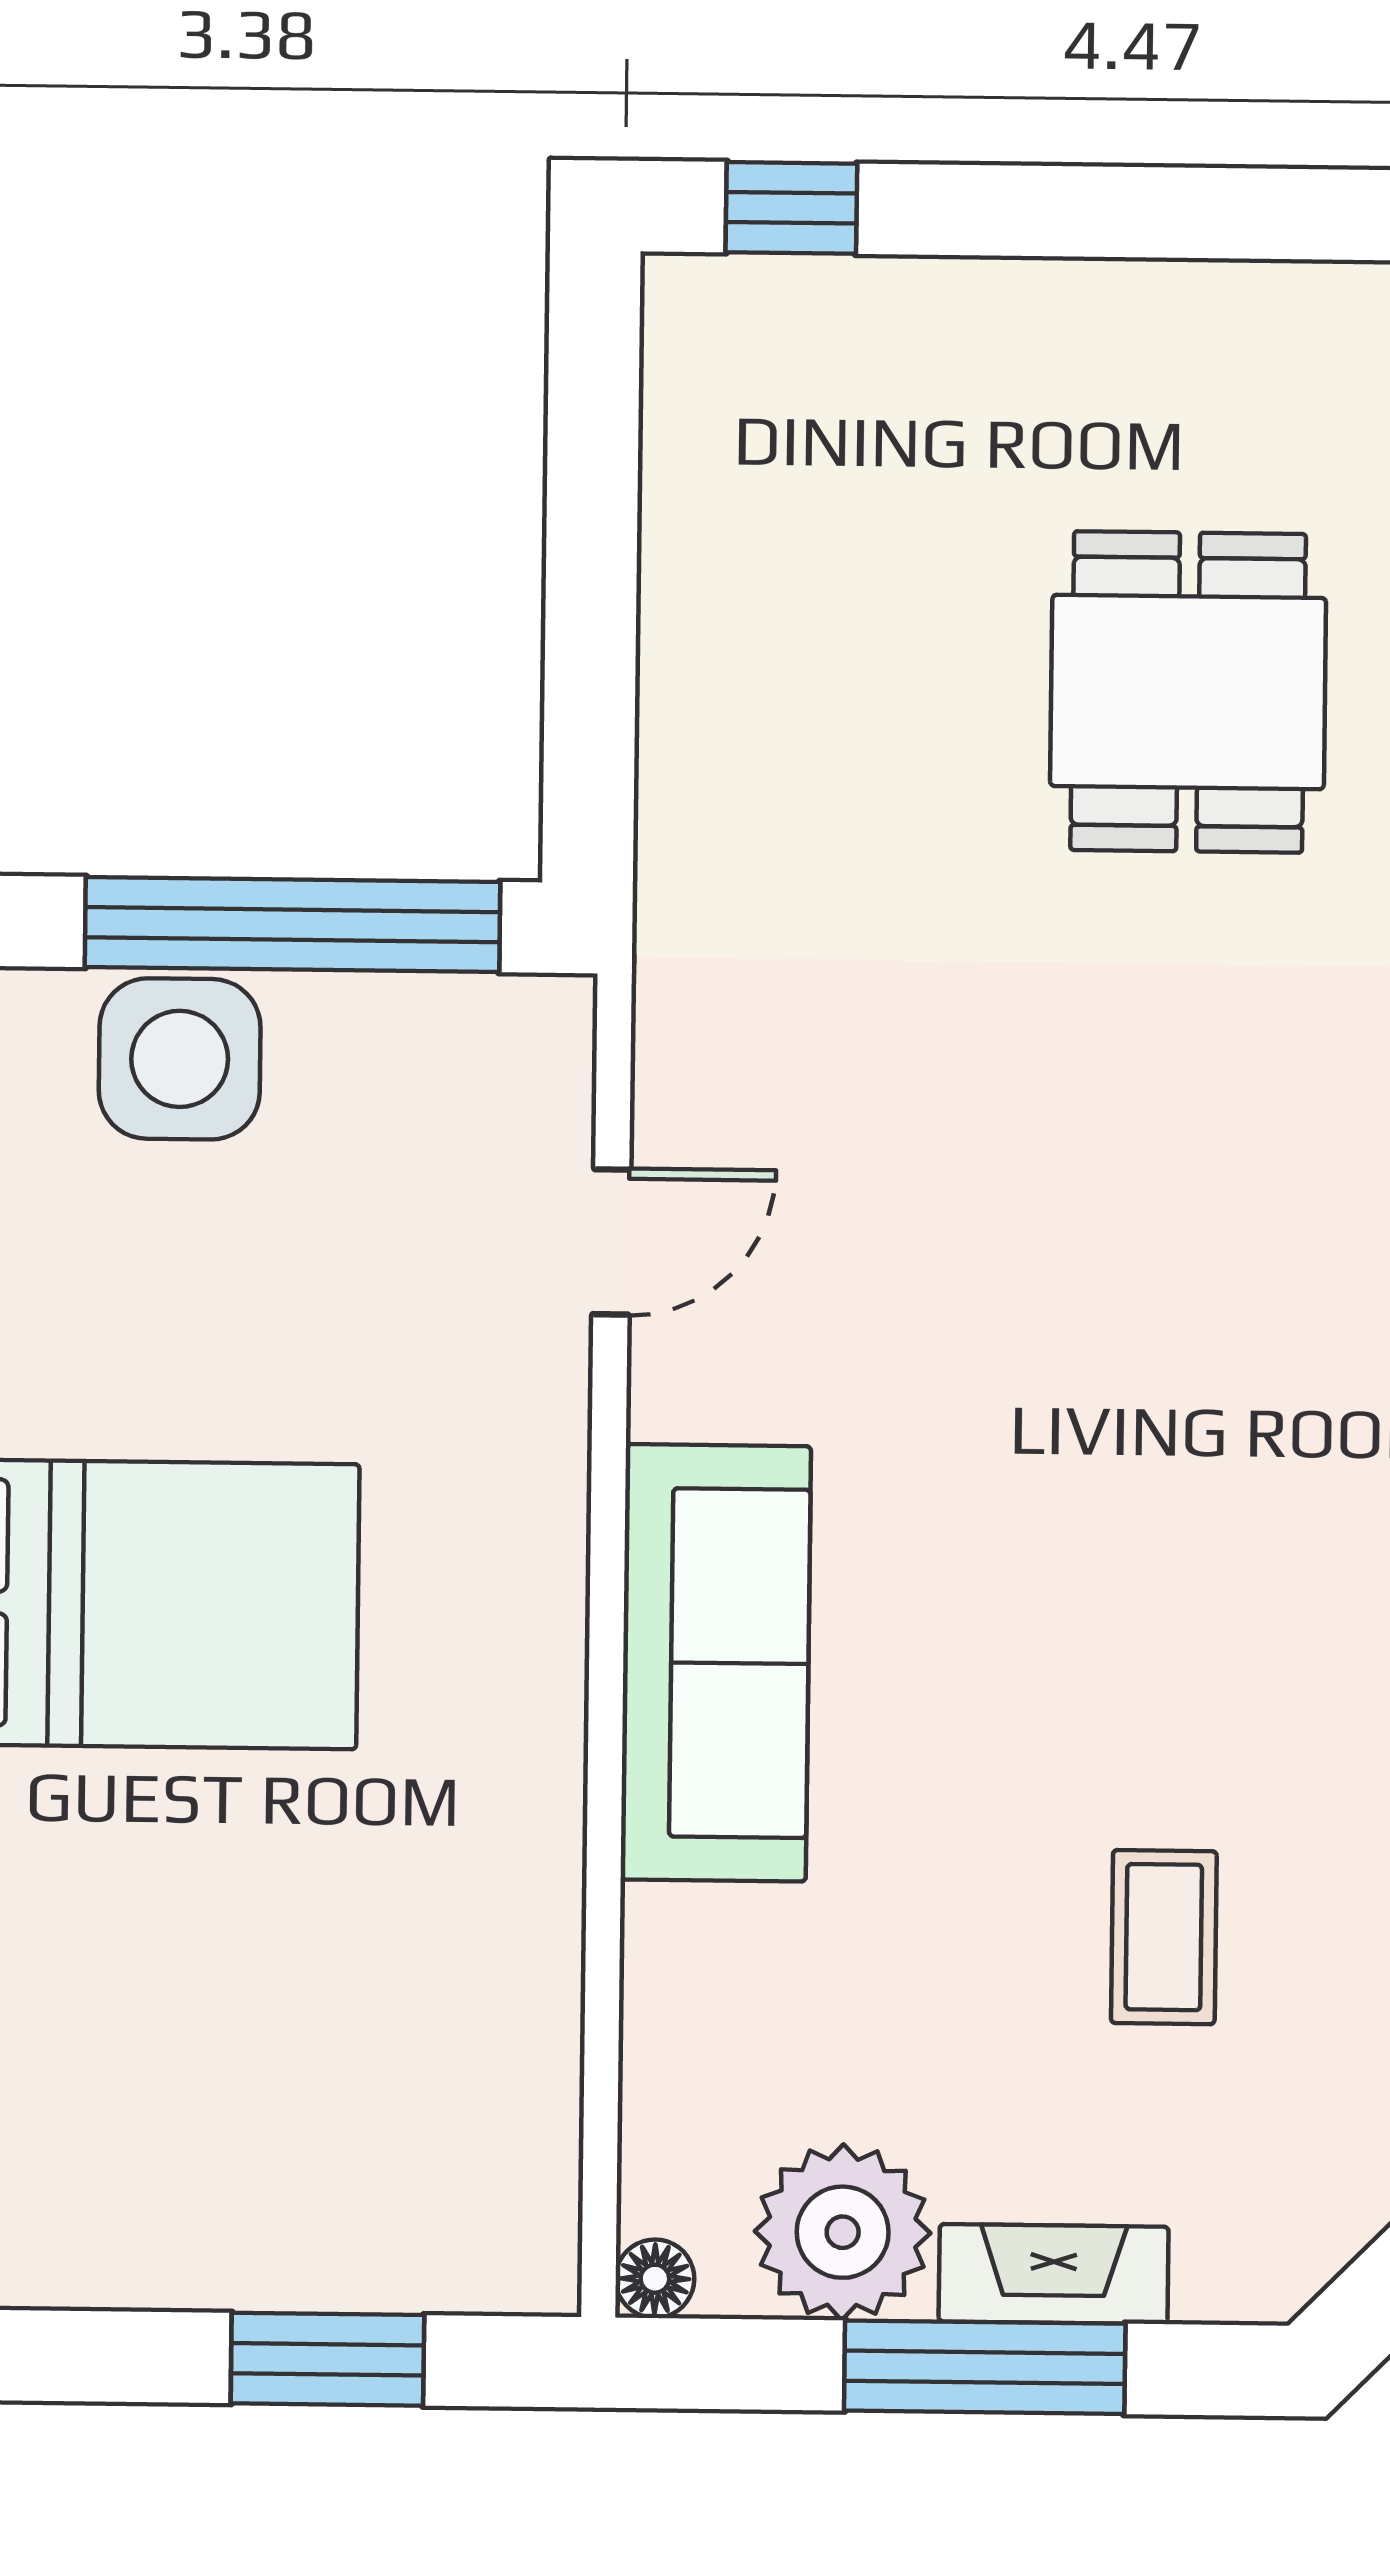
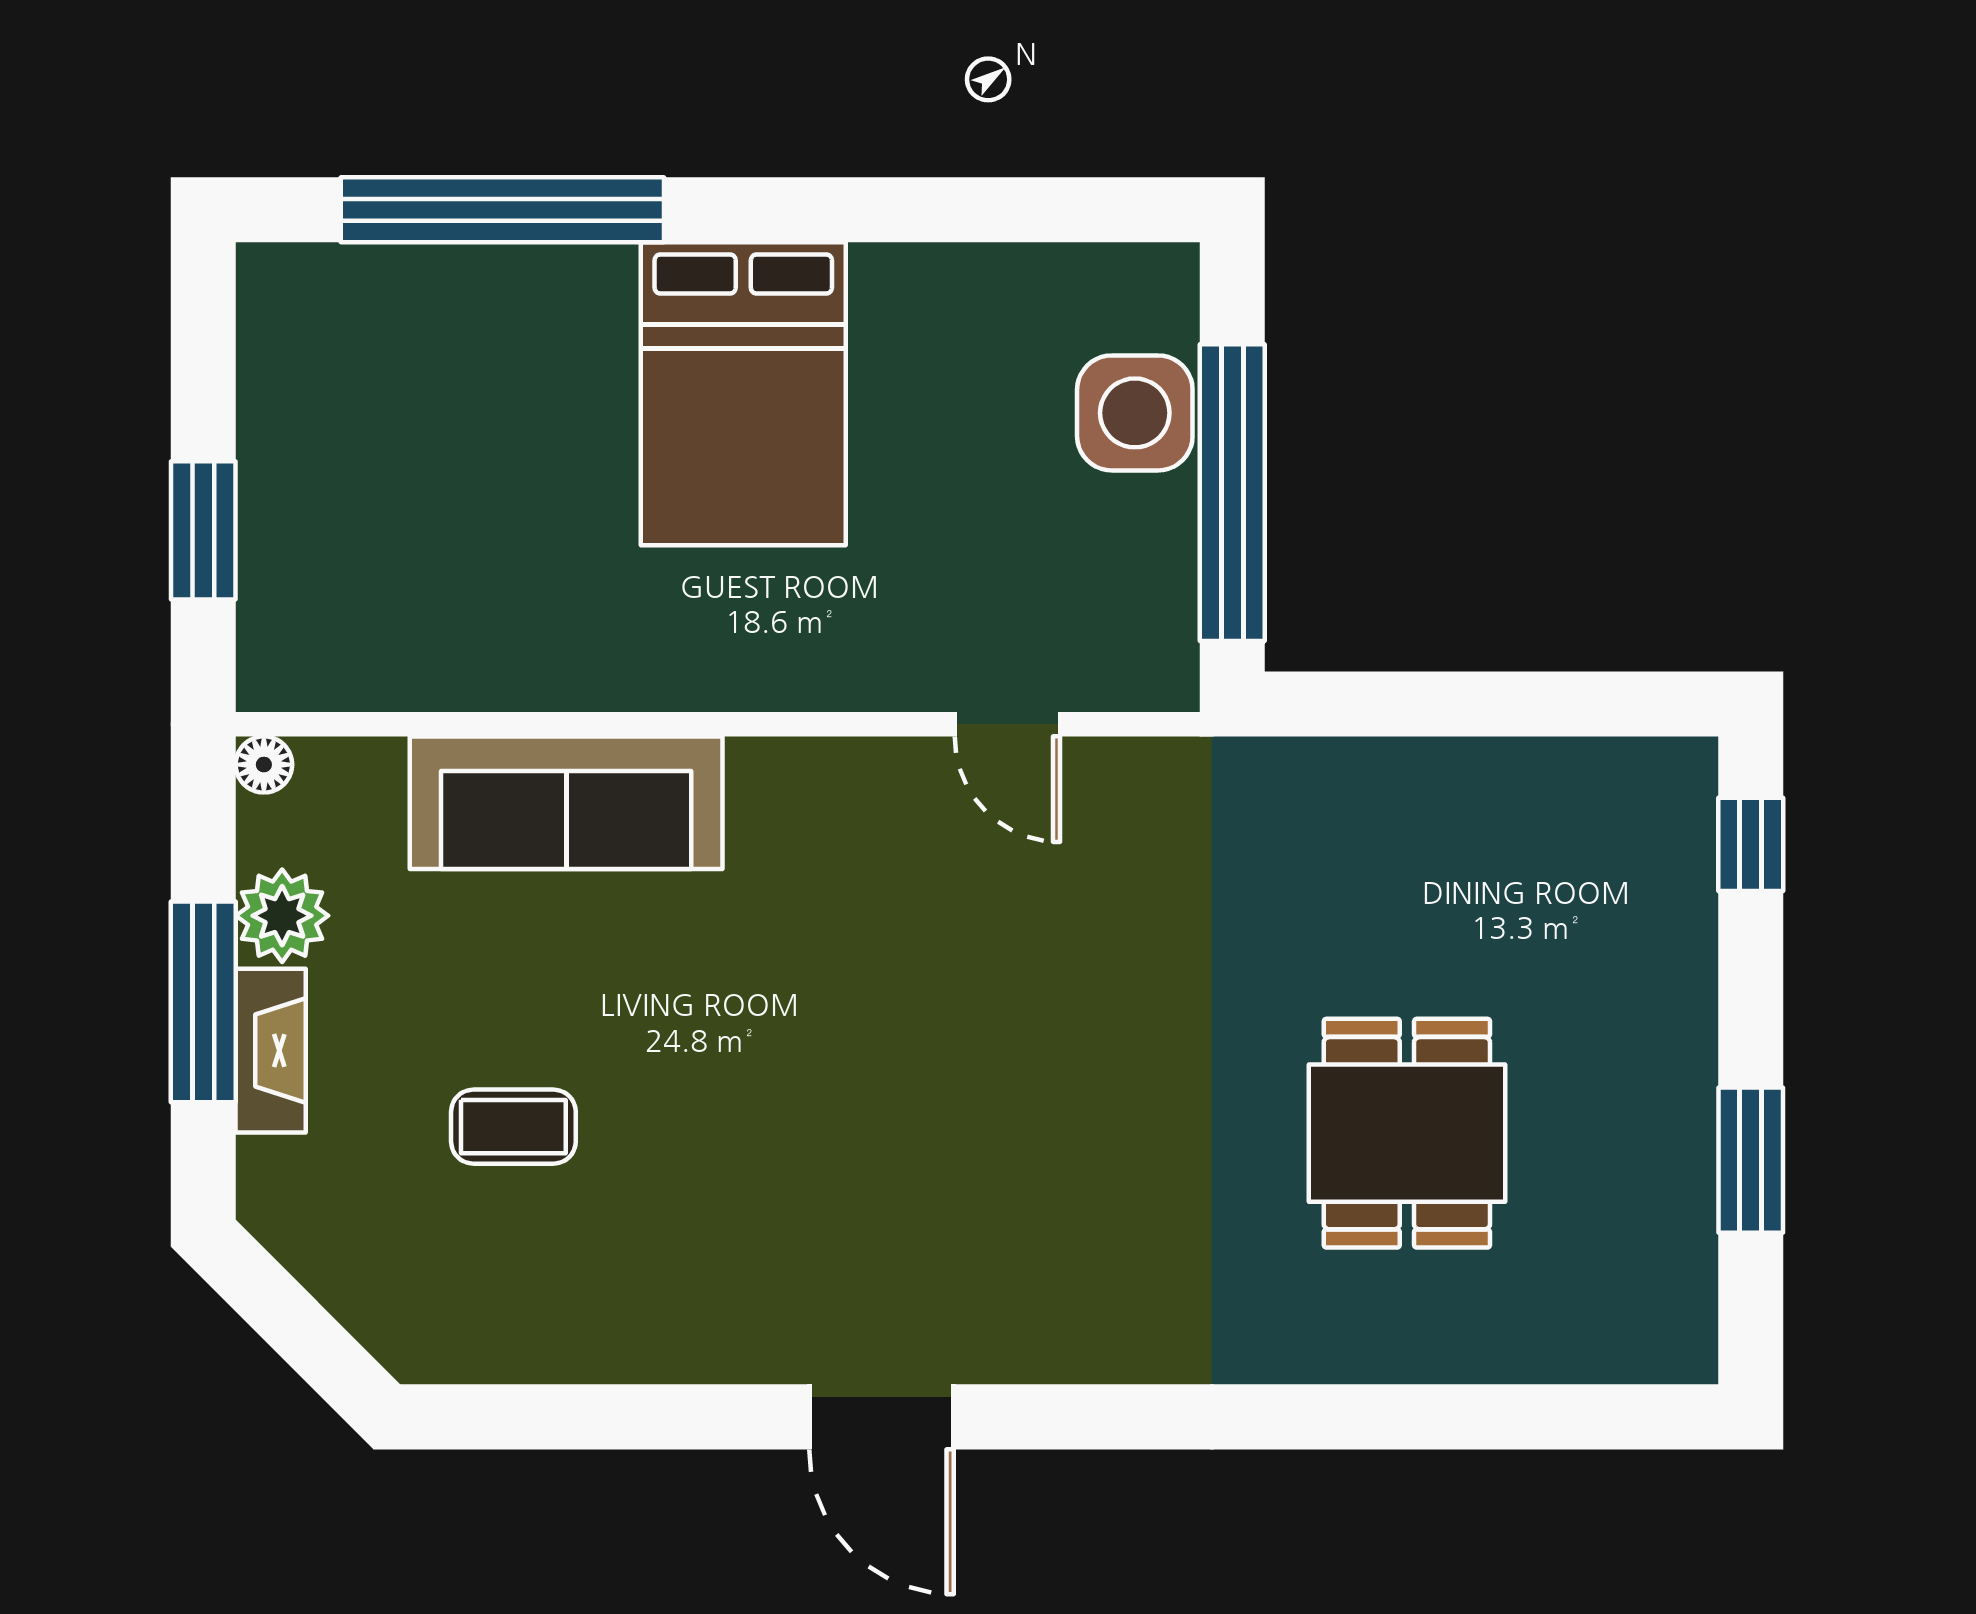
window: (1231, 213) -> (1751, 1160), added
dining table: (1188, 692) -> (1407, 1133), turned 90
sofa: (716, 1663) -> (566, 803), moved
plant: (843, 2232) -> (282, 916), width x0.73, depth x0.73

